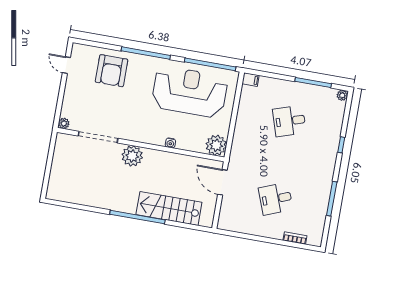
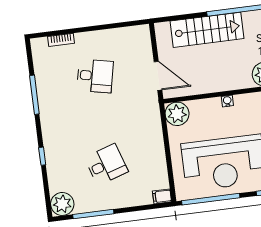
plant: (342, 95) -> (62, 204), width x1.88, depth x1.88
desk: (276, 199) -> (95, 76), turned 33

